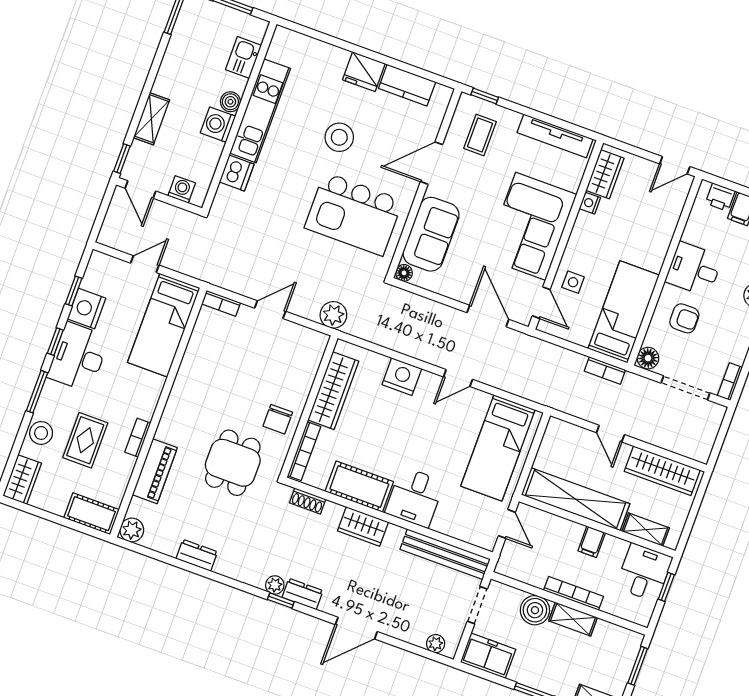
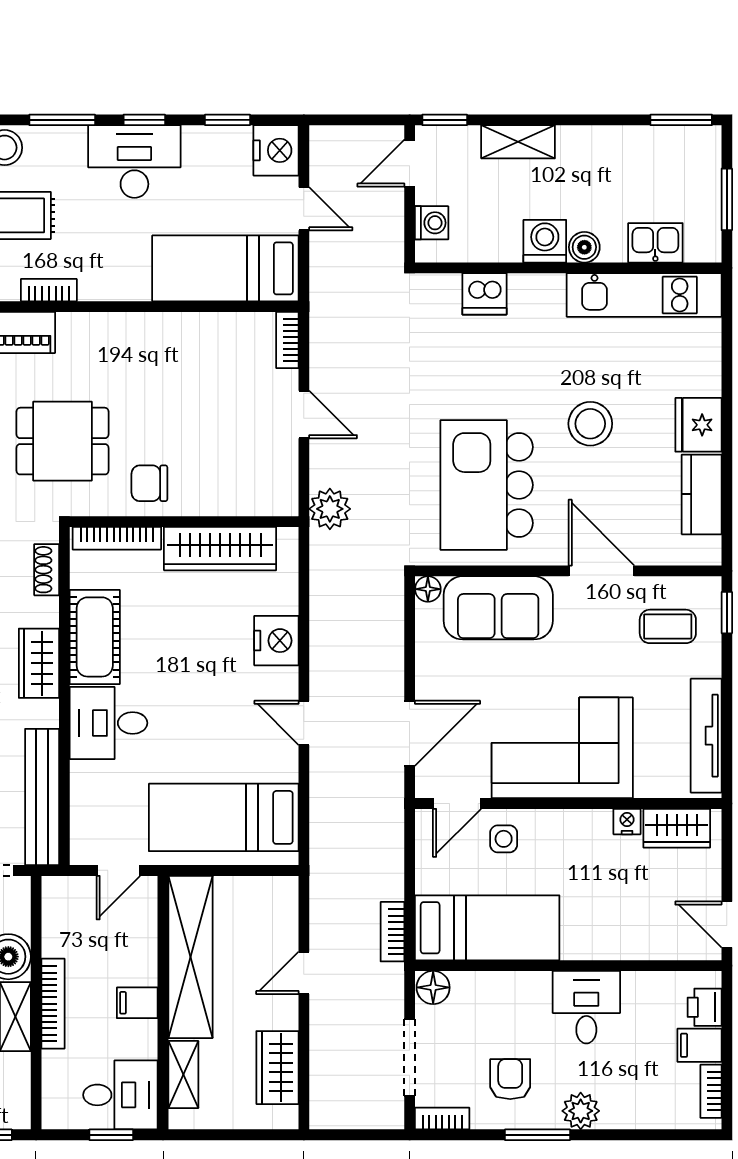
kitchen unit: (260, 111) -> (644, 295), moved
nightstand: (86, 309) -> (276, 150), moved, turned 90
armchair: (684, 318) -> (510, 1079), moved, turned 180
wardrobe: (662, 471) -> (277, 1068), width x0.67

